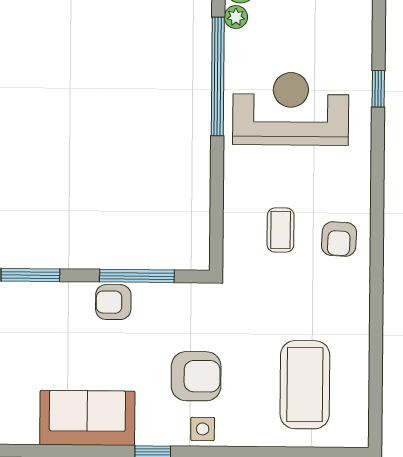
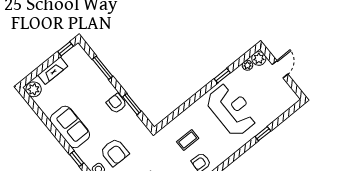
window: (218, 76) -> (222, 76), width x0.32
window: (137, 276) -> (132, 104), width x0.69

